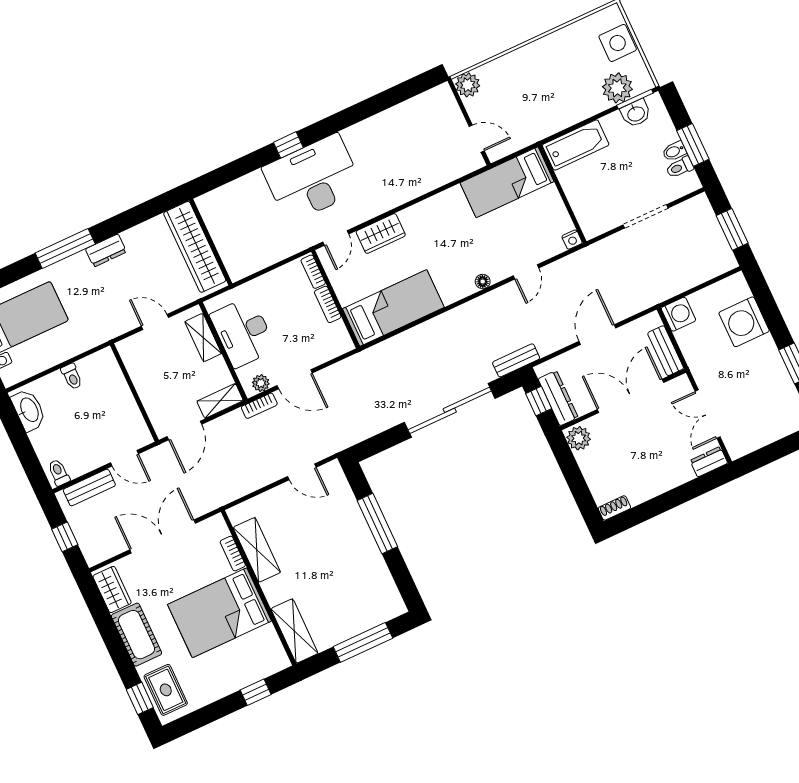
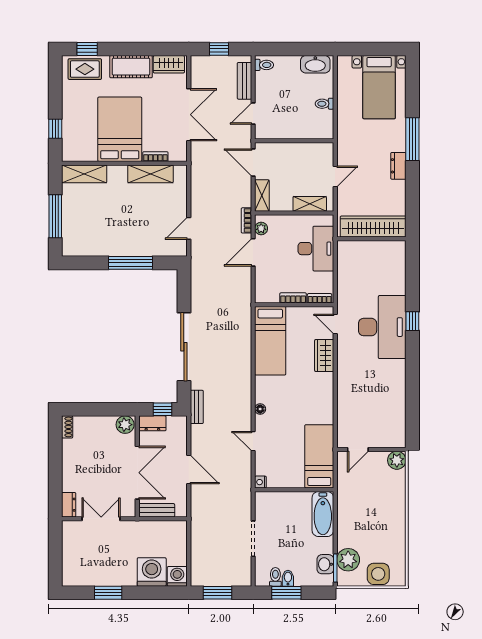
washing machine: (678, 314) -> (177, 576), moved, turned 180
desk: (243, 332) -> (316, 249), moved, turned 90
dresser: (558, 398) -> (152, 423), width x0.70

